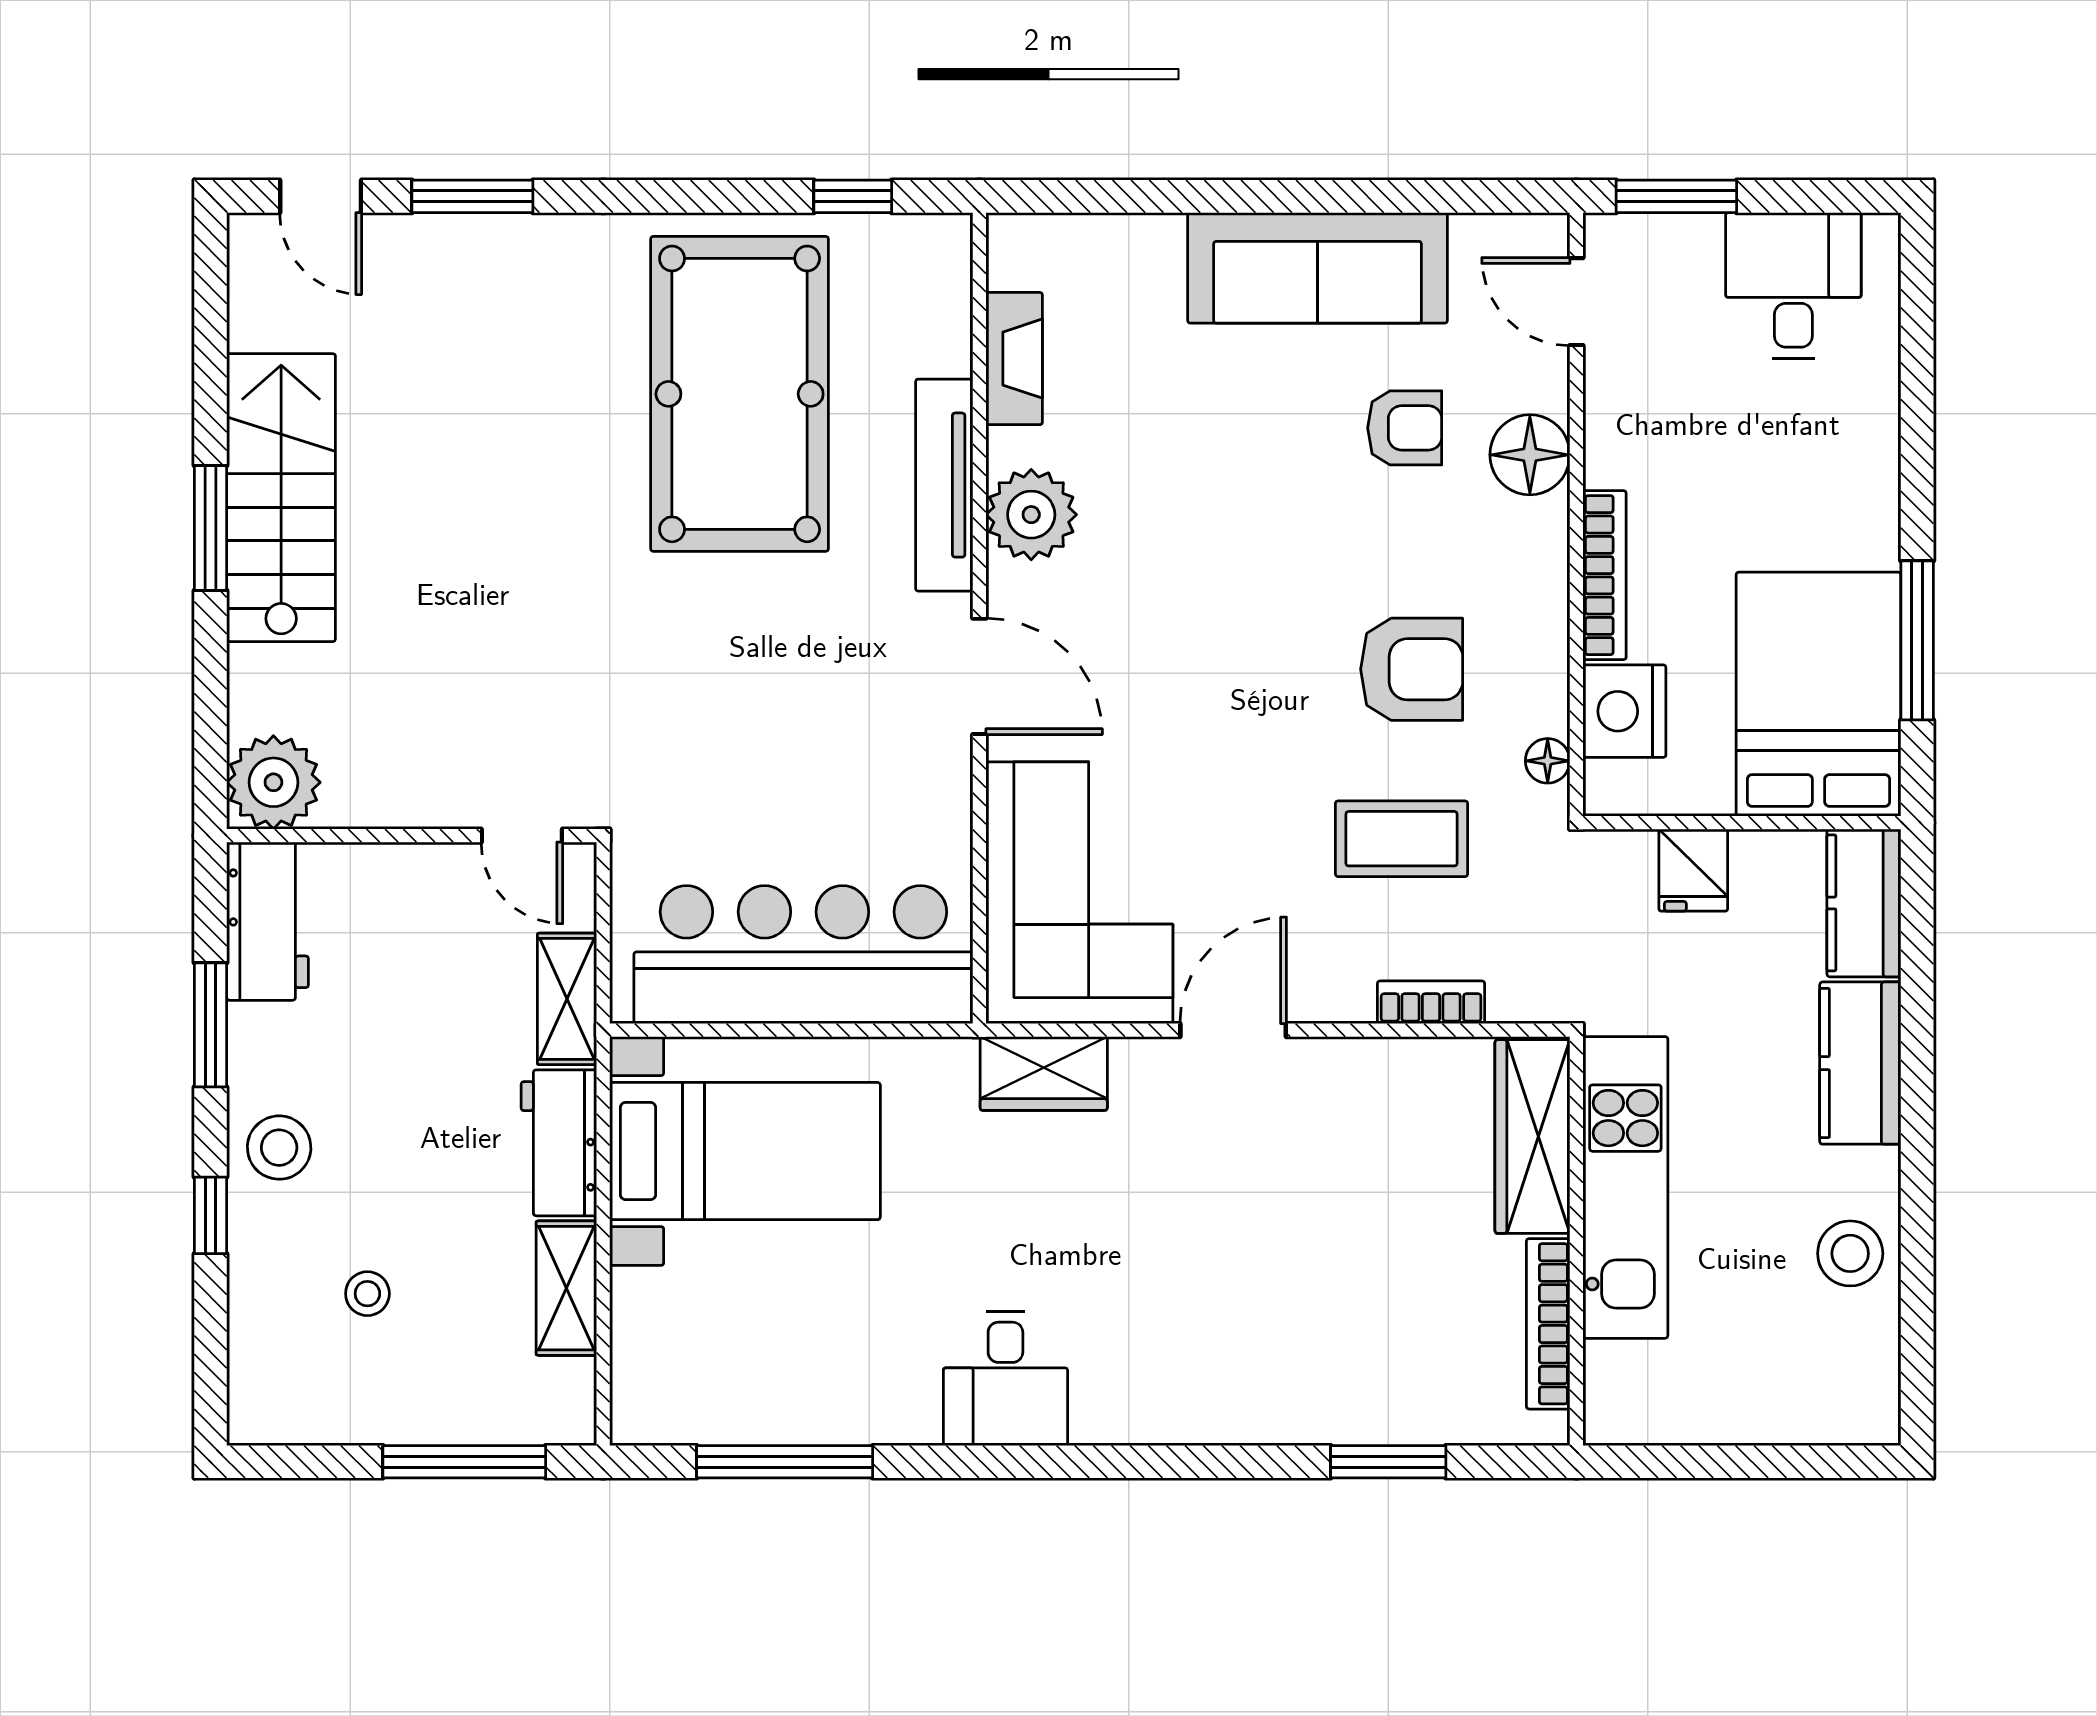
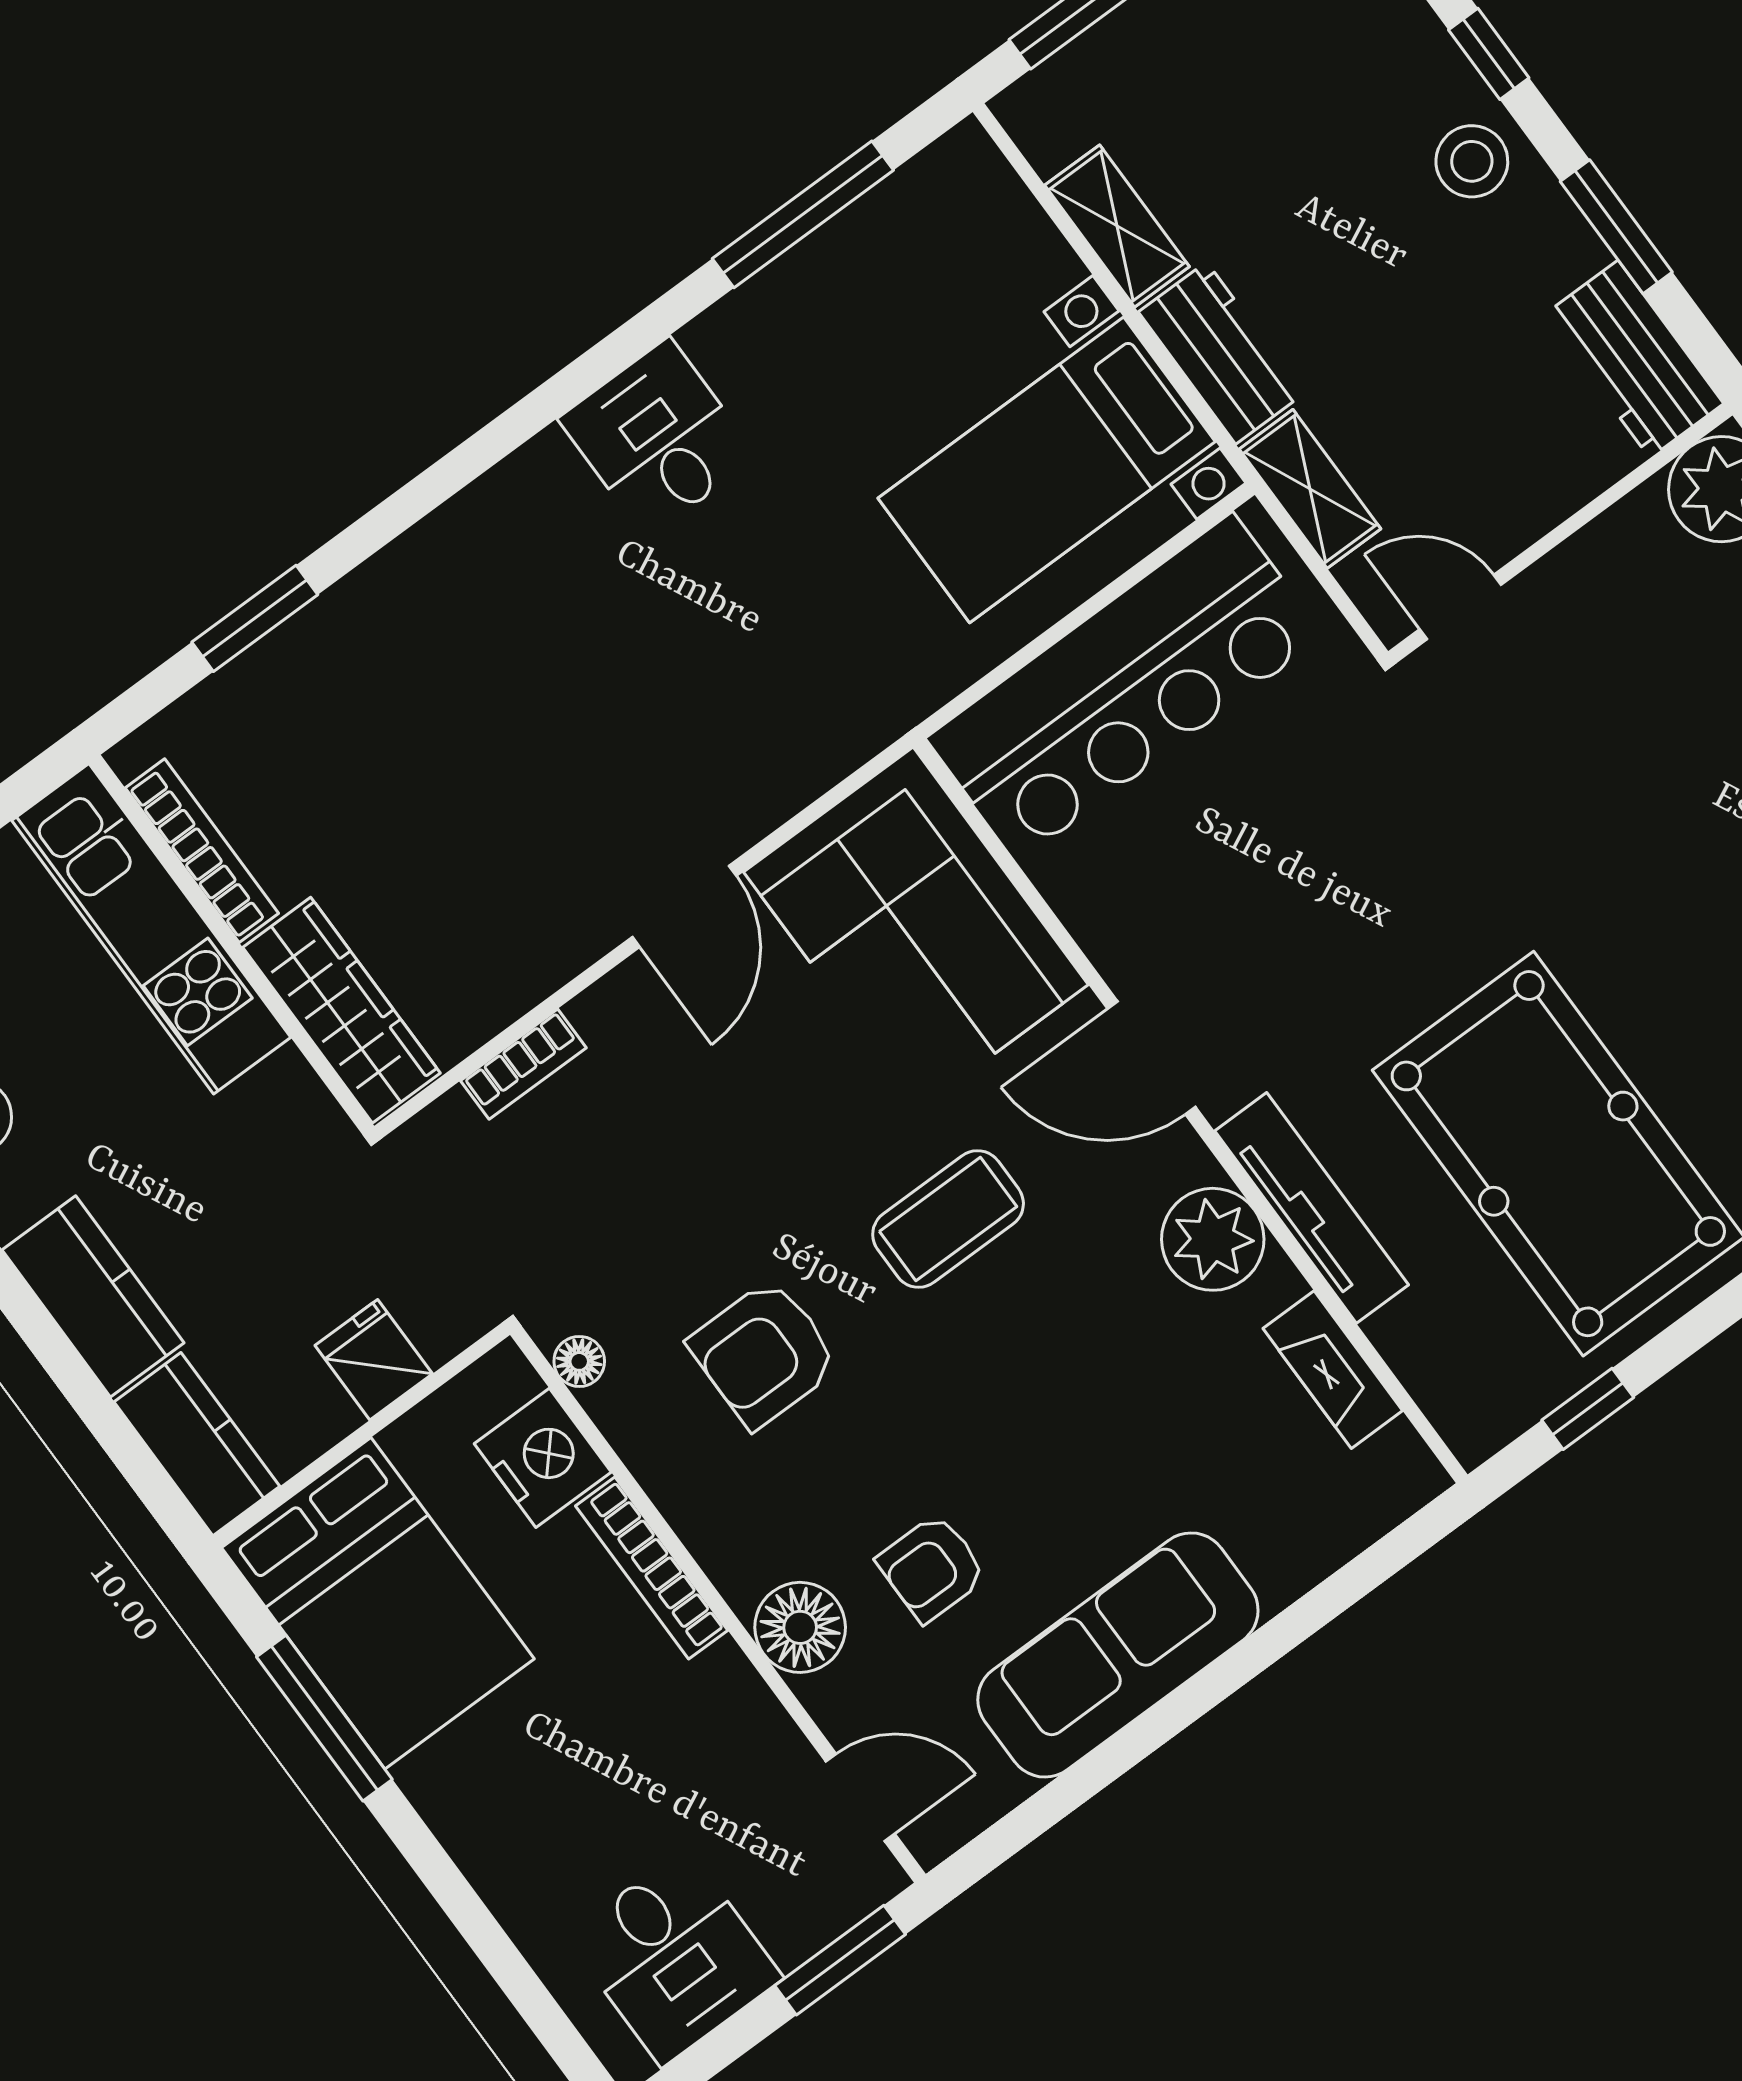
coffee table: (1401, 839) -> (948, 1219), moved
wardrobe: (1044, 1074) -> (827, 740), removed
kitchen unit: (1625, 1187) -> (151, 929), moved
stool: (367, 1294) -> (1294, 88), removed

